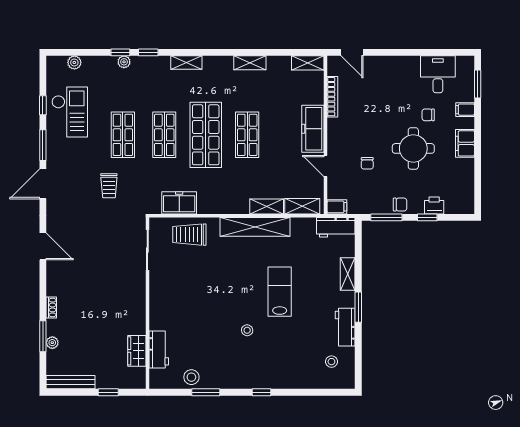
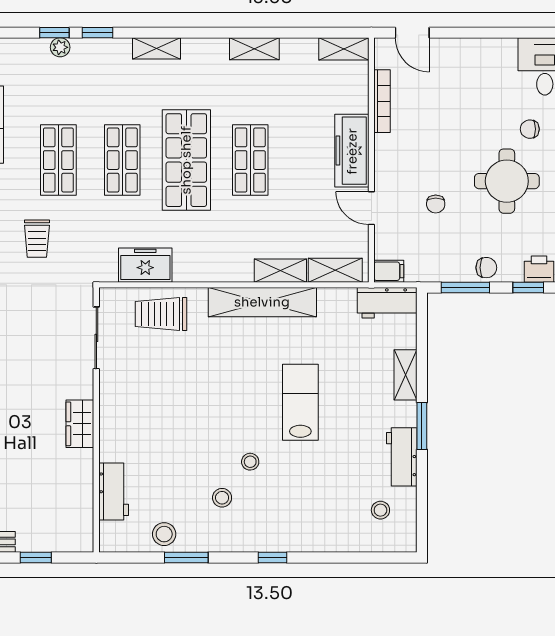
wardrobe: (137, 351) -> (80, 424), moved
stool: (229, 354) -> (222, 498), added

